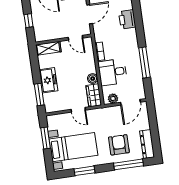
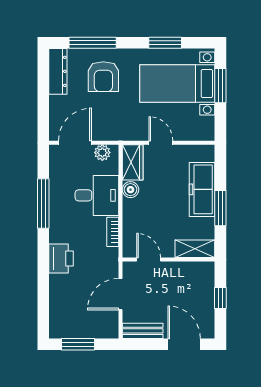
printer: (127, 19) -> (61, 259), moved
freezer: (48, 80) -> (202, 189), width x1.40
window: (39, 95) -> (220, 208), moved
window: (45, 138) -> (220, 86), moved

